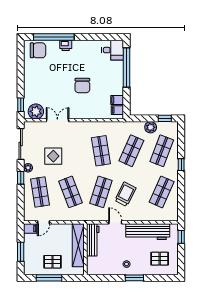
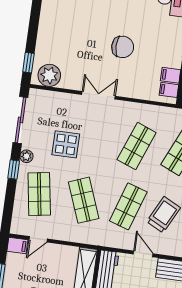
chair: (82, 86) -> (123, 47), turned -90
double door: (57, 120) -> (98, 95), moved
shop shelf: (101, 151) -> (137, 146), turned 30

